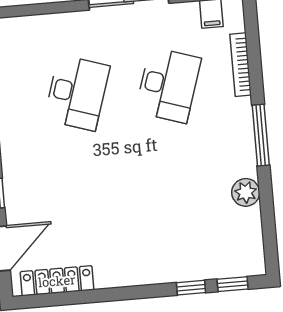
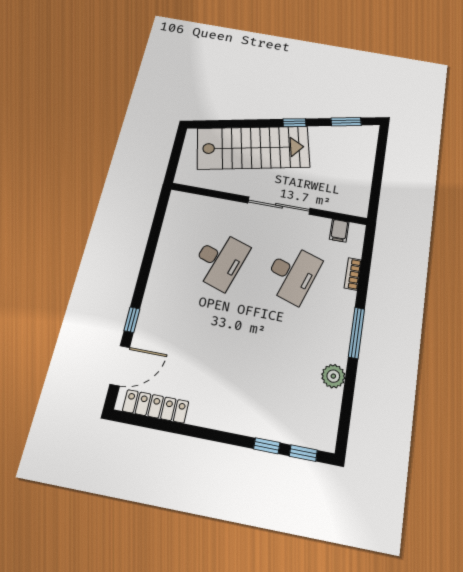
bookcase: (241, 65) -> (353, 274), width x0.64

